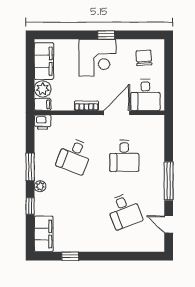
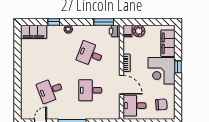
window: (106, 35) -> (178, 67), moved
filing cabinet: (44, 61) -> (168, 43), moved, turned 90
window: (30, 167) -> (104, 22), moved
window: (70, 256) -> (17, 51), removed

